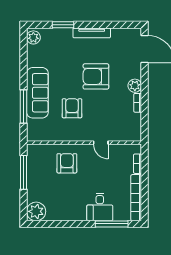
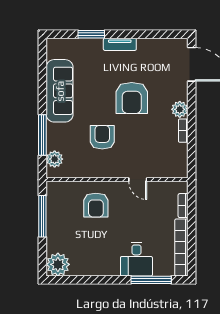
tv unit: (92, 33) -> (120, 44), width x0.71
plant: (33, 37) -> (55, 159), moved
armchair: (96, 76) -> (132, 98), turned -90
sofa: (37, 93) -> (60, 91), moved
armchair: (67, 163) -> (96, 205), turned 180

